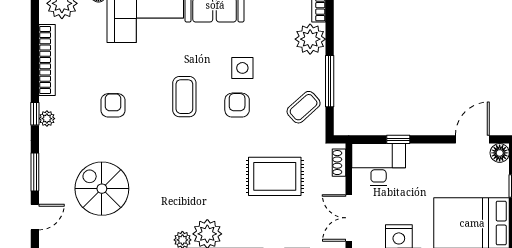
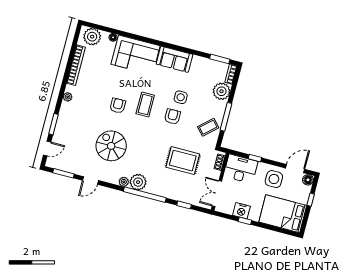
armchair: (113, 105) -> (118, 106), moved
window: (35, 114) -> (62, 93), removed
side table: (441, 167) -> (274, 179), added
spiral stairs: (102, 189) -> (111, 146), moved

